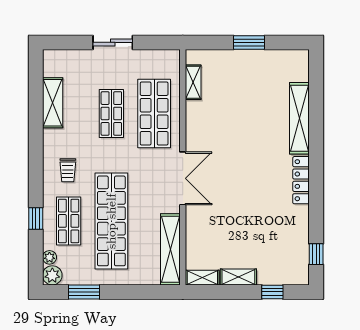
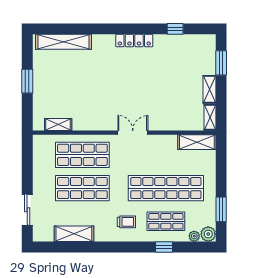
sliding door: (113, 42) -> (27, 210), moved
shop shelf: (111, 113) -> (82, 188), width x1.43, depth x1.36
shelving: (299, 118) -> (64, 42), moved
double door: (183, 178) -> (133, 133), width x0.73
shelving: (170, 249) -> (197, 142), width x0.68
window: (316, 254) -> (175, 29), moved
window: (272, 292) -> (221, 63), width x1.50

